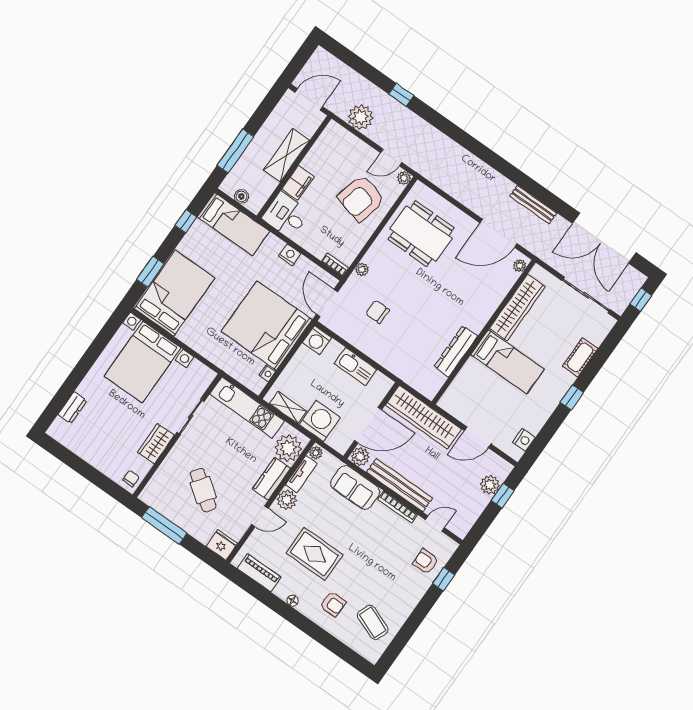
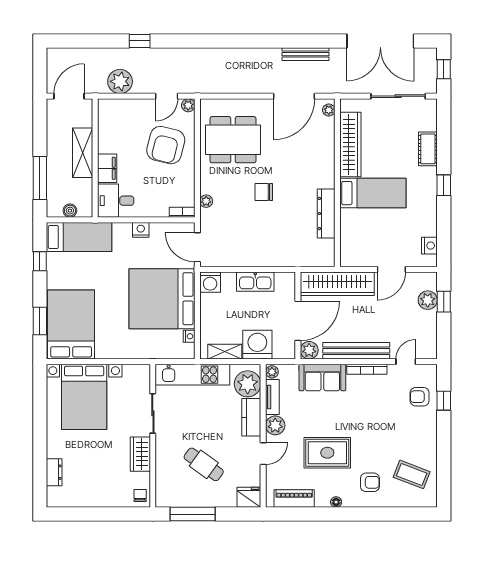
chair: (378, 312) -> (264, 192), moved

